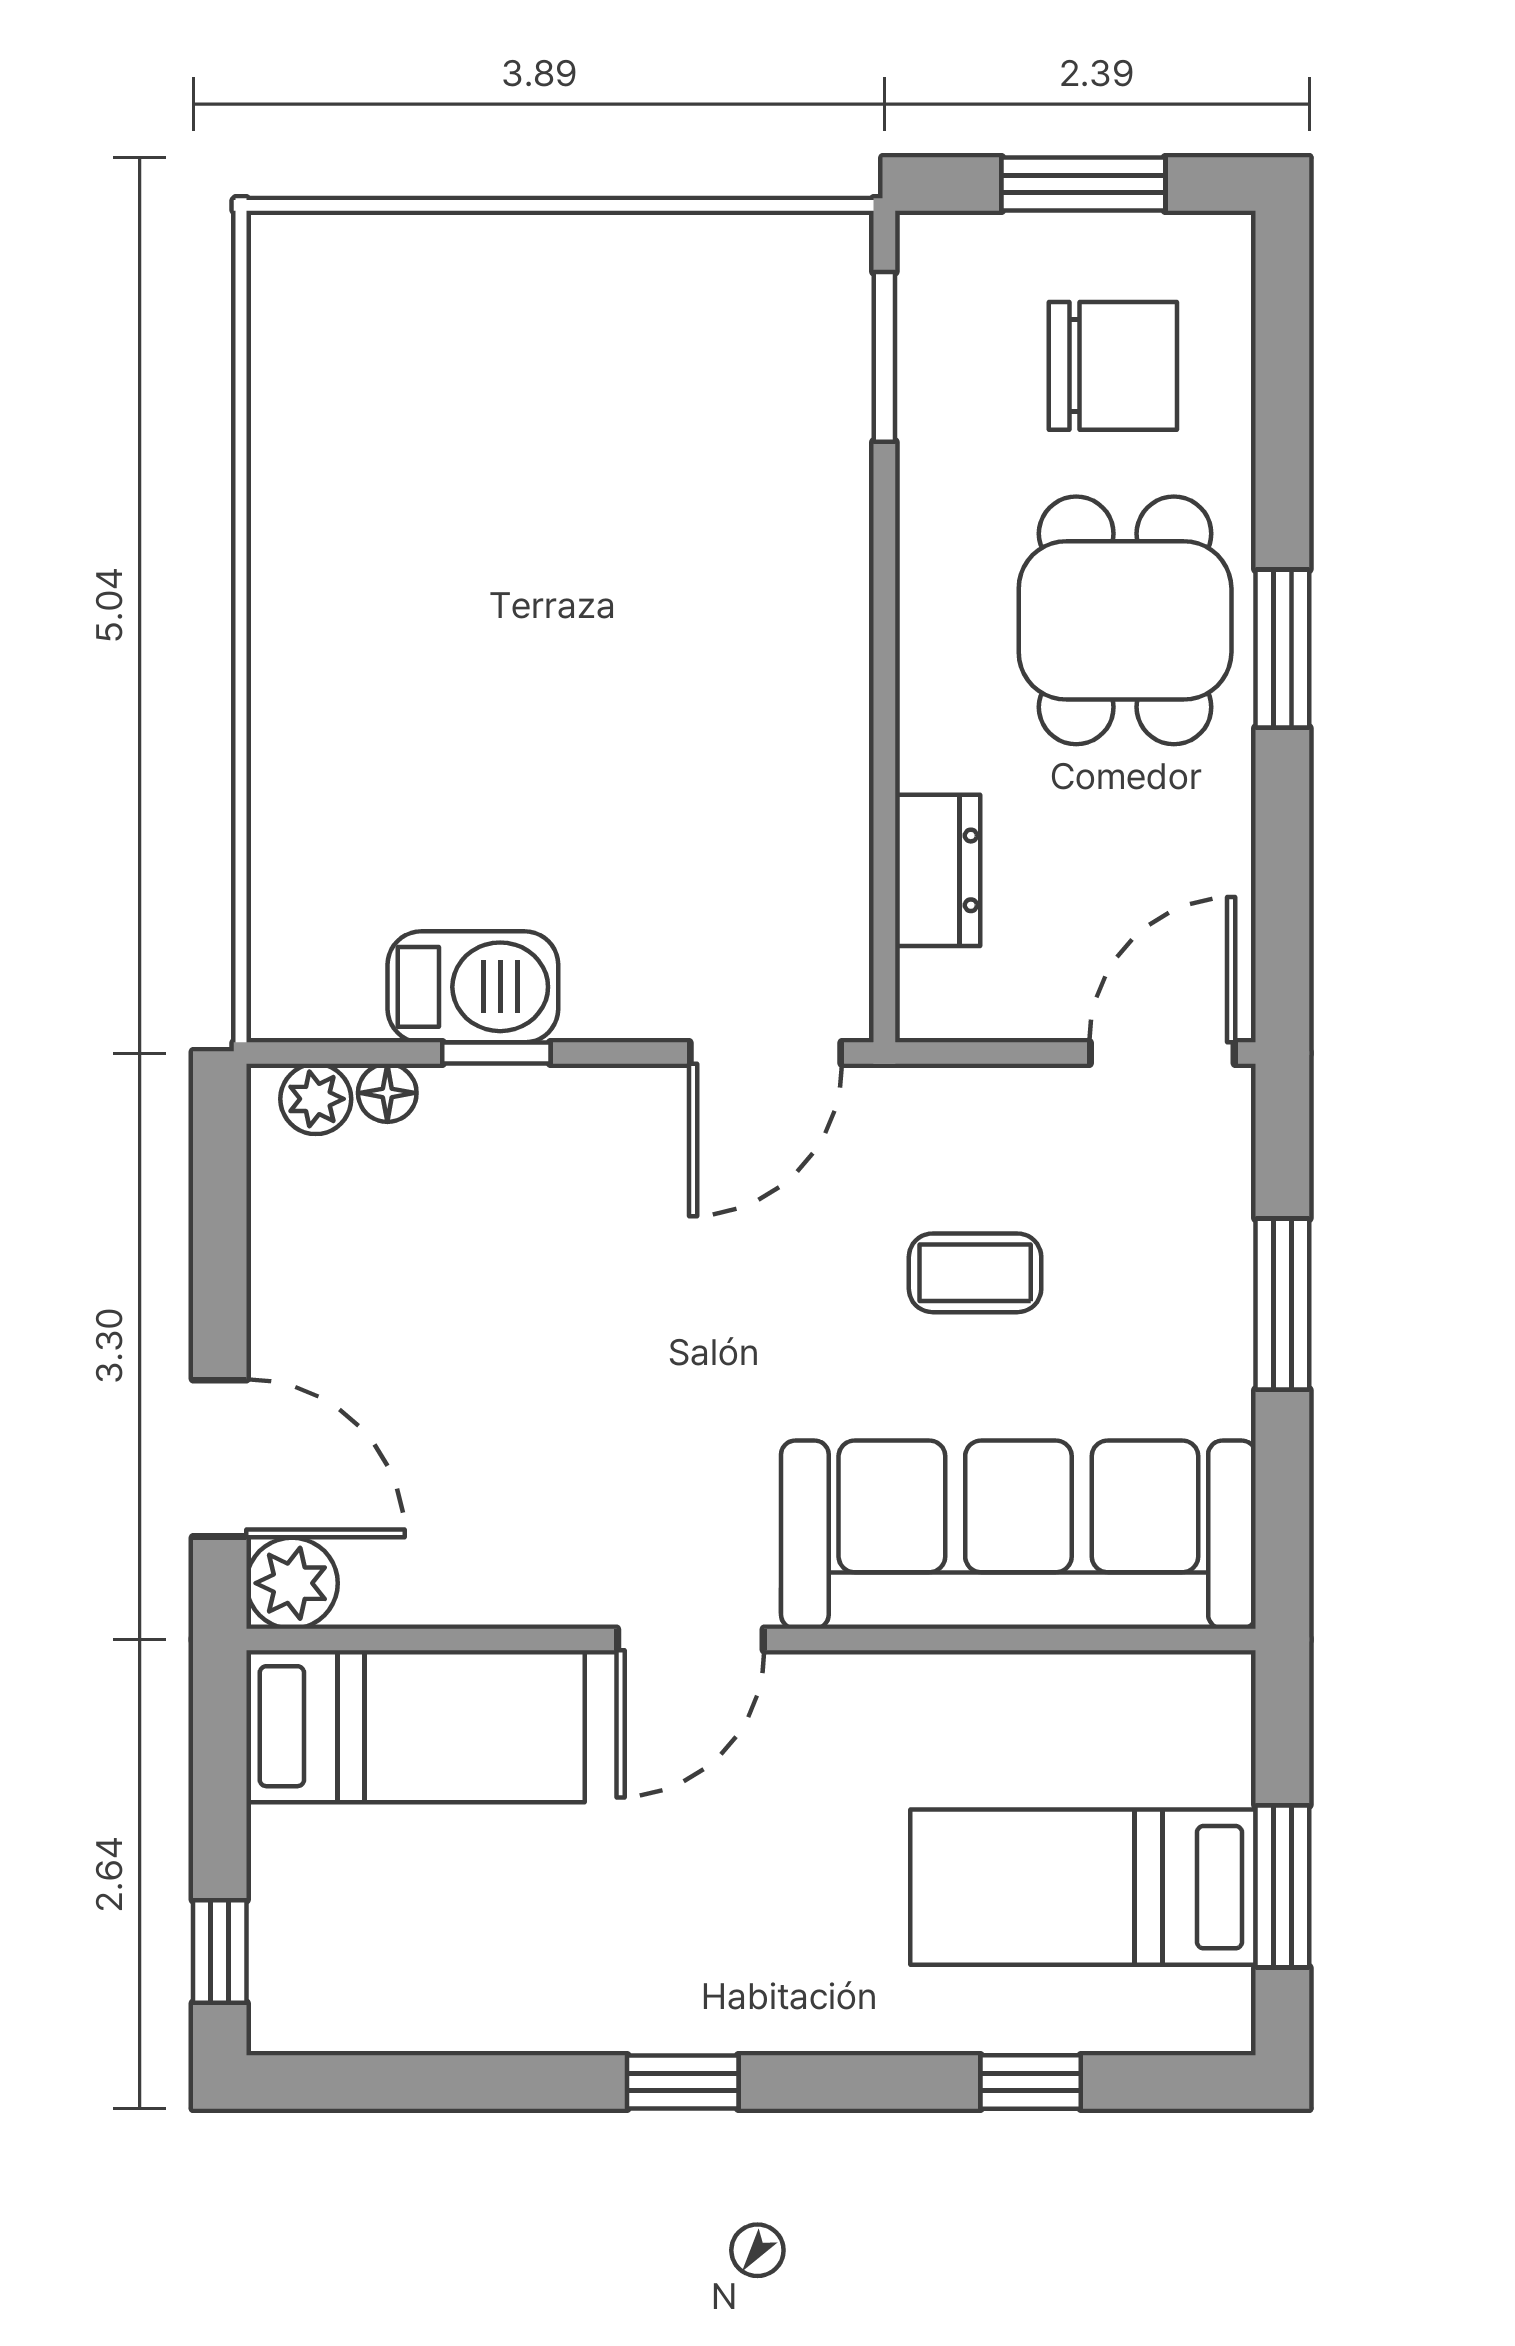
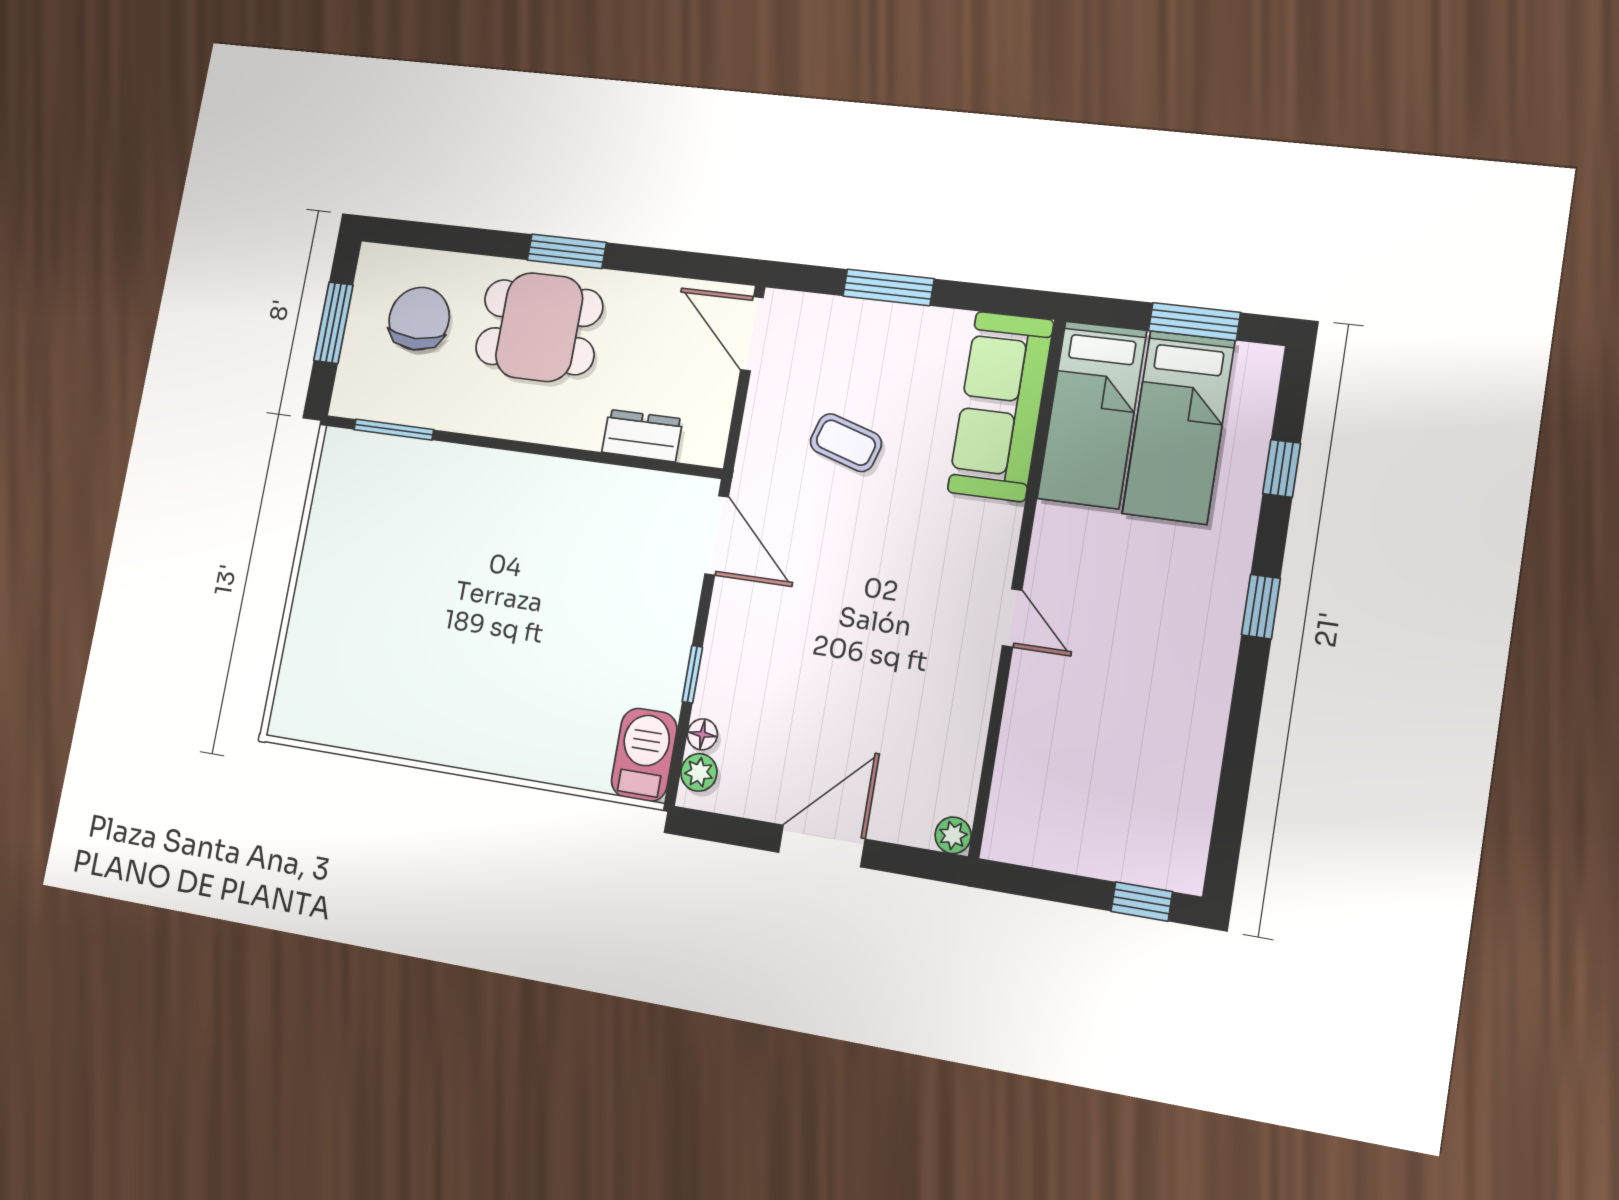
barbecue: (473, 987) -> (644, 755), moved
coffee table: (975, 1273) -> (846, 443), turned -73
door: (220, 1458) -> (822, 846), moved
sofa: (1018, 1535) -> (1001, 406), width x0.74, depth x0.79
plant: (292, 1583) -> (953, 835), width x0.73, depth x0.73
door: (690, 1639) -> (1012, 618), width x0.73
bed: (415, 1726) -> (1092, 414), moved, turned 180
window: (683, 2082) -> (1261, 607), moved

